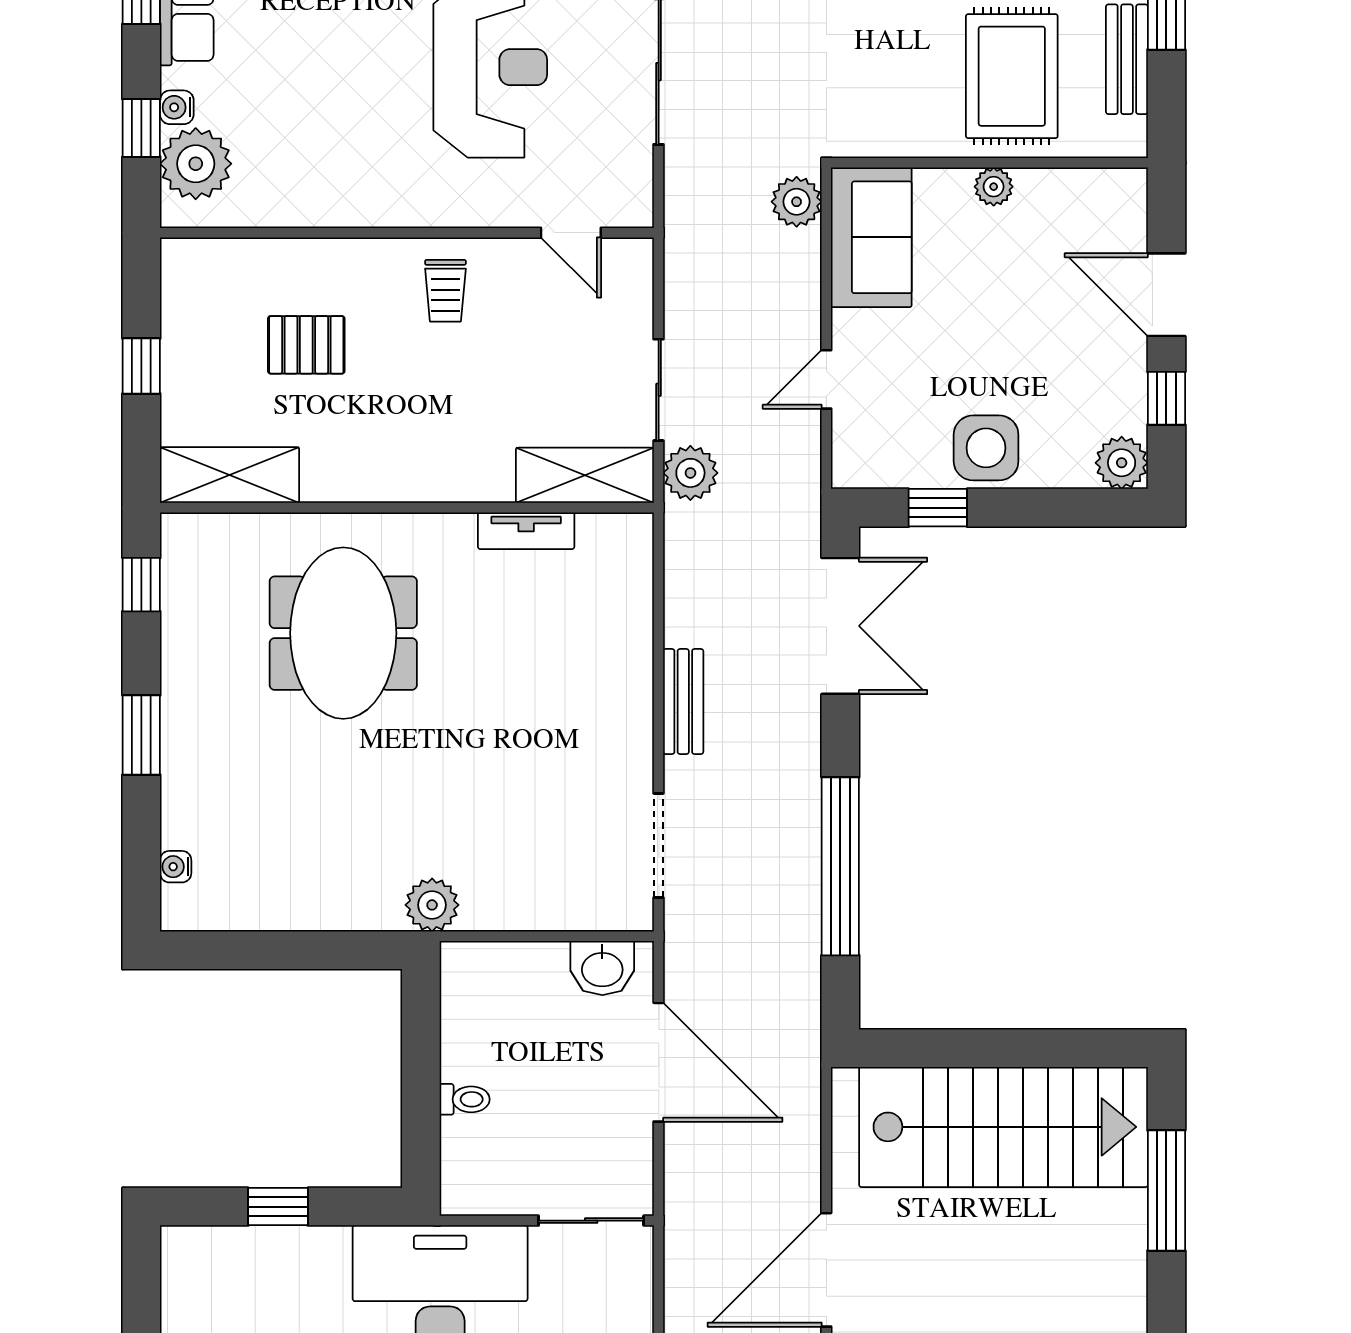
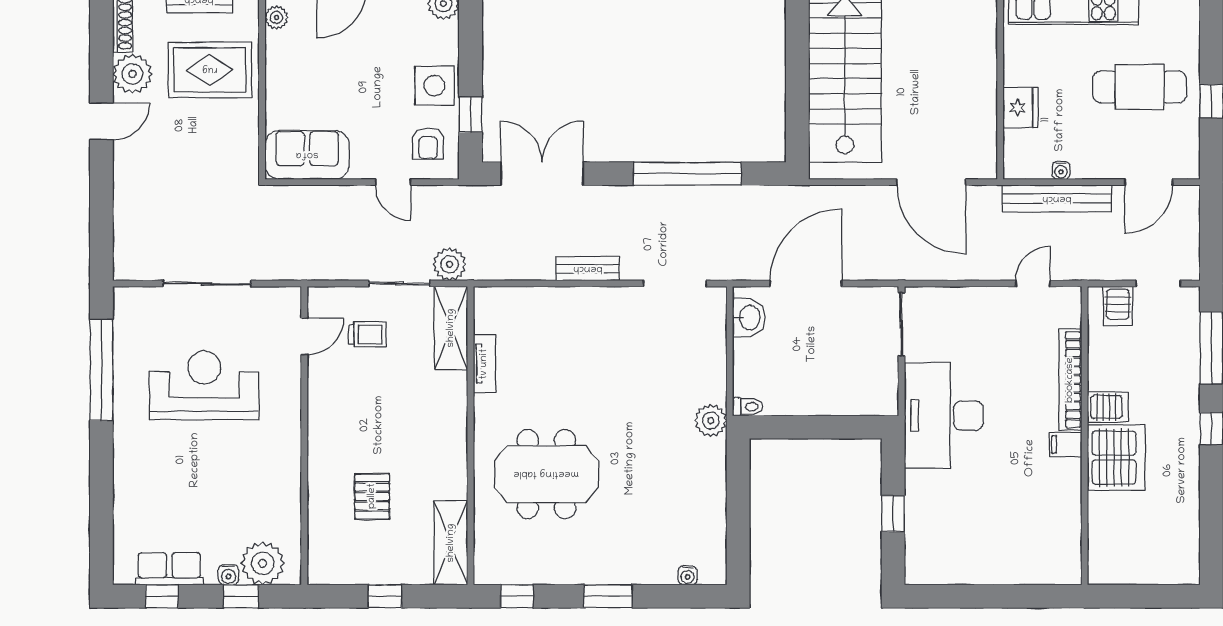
plant: (994, 187) -> (276, 17), moved
plant: (797, 202) -> (286, 200), removed
trolley: (445, 291) -> (367, 334), moved
armchair: (891, 437) -> (428, 143), added
toilet: (465, 1099) -> (748, 407), moved, turned 90

